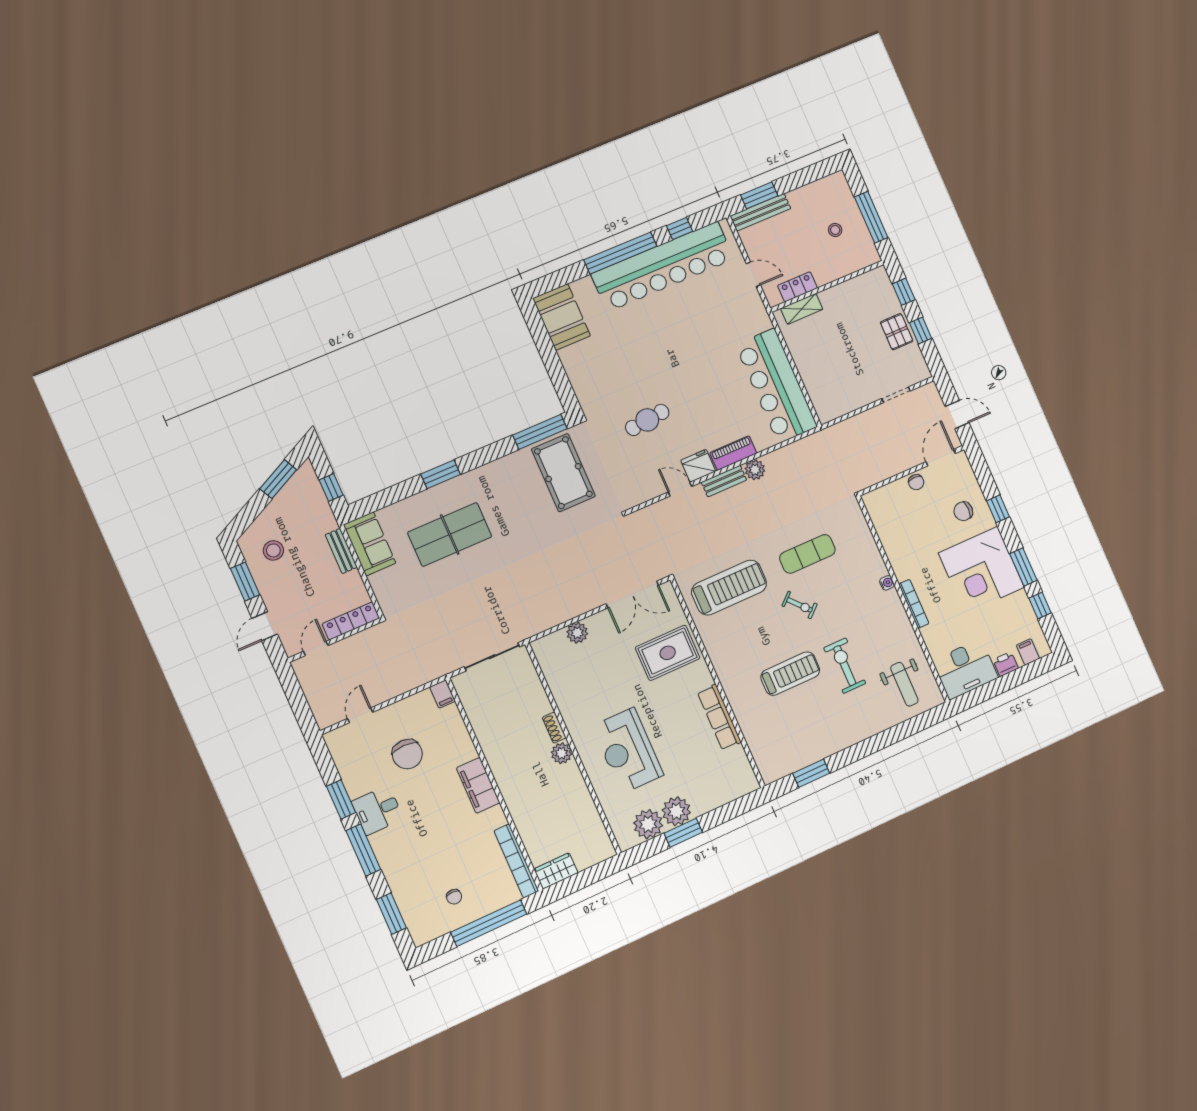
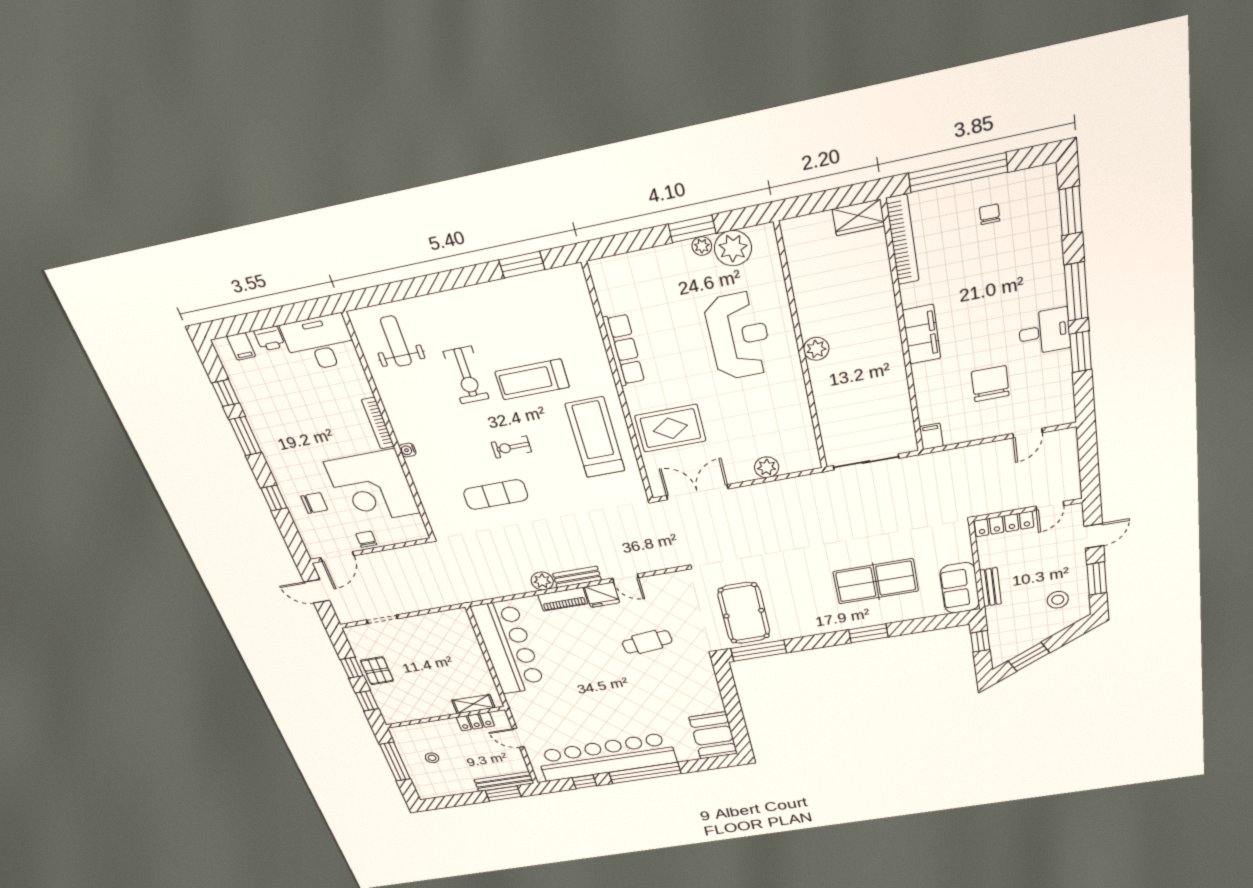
corner desk: (981, 570) -> (372, 487), moved, turned 180
treadmill: (729, 588) -> (595, 438), moved, turned 90
exercise bike: (800, 605) -> (511, 447), turned -48
shoe rack: (554, 728) -> (817, 378), removed
plant: (676, 811) -> (702, 246), width x0.53, depth x0.53

